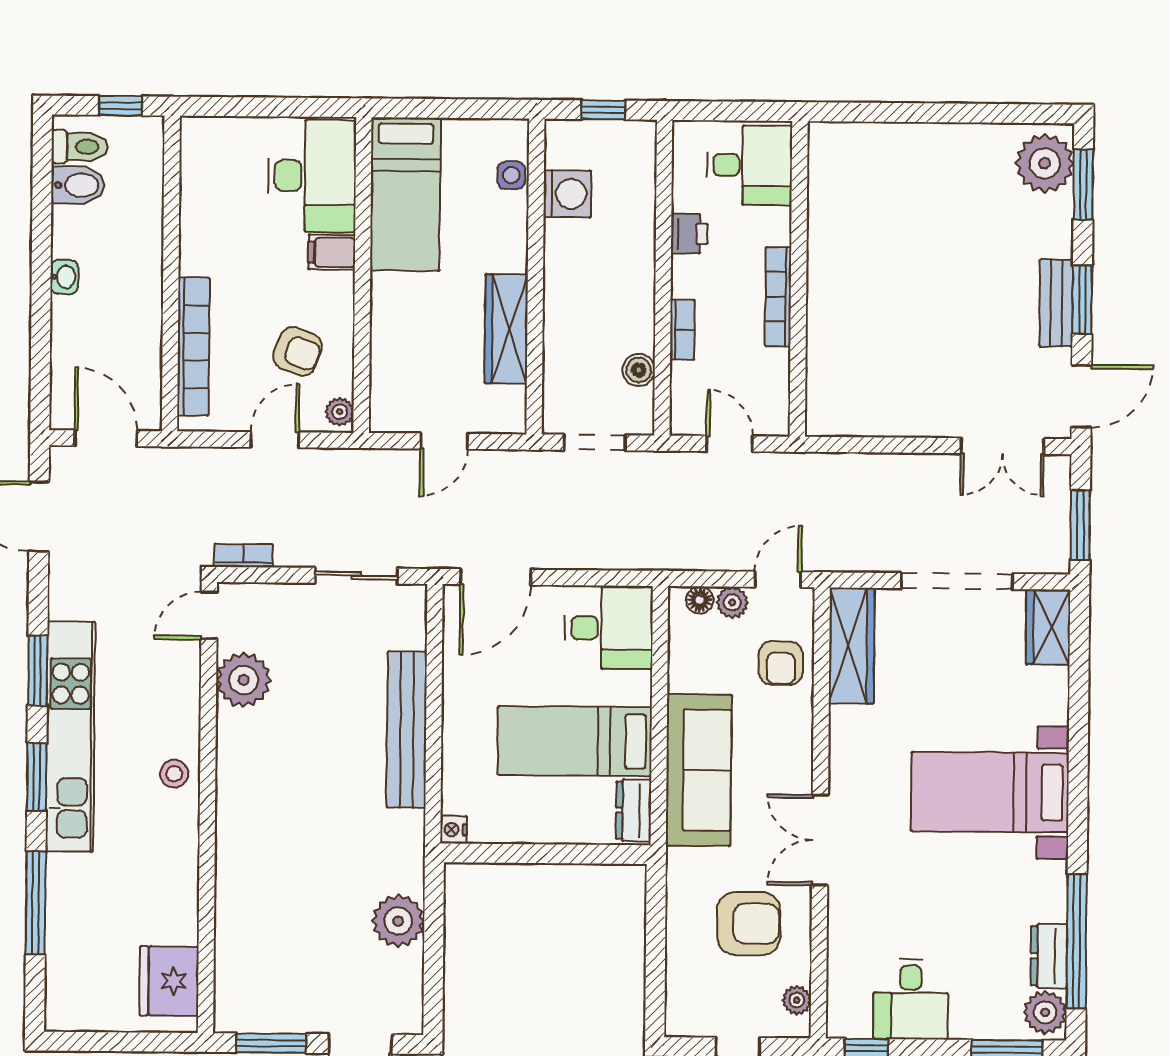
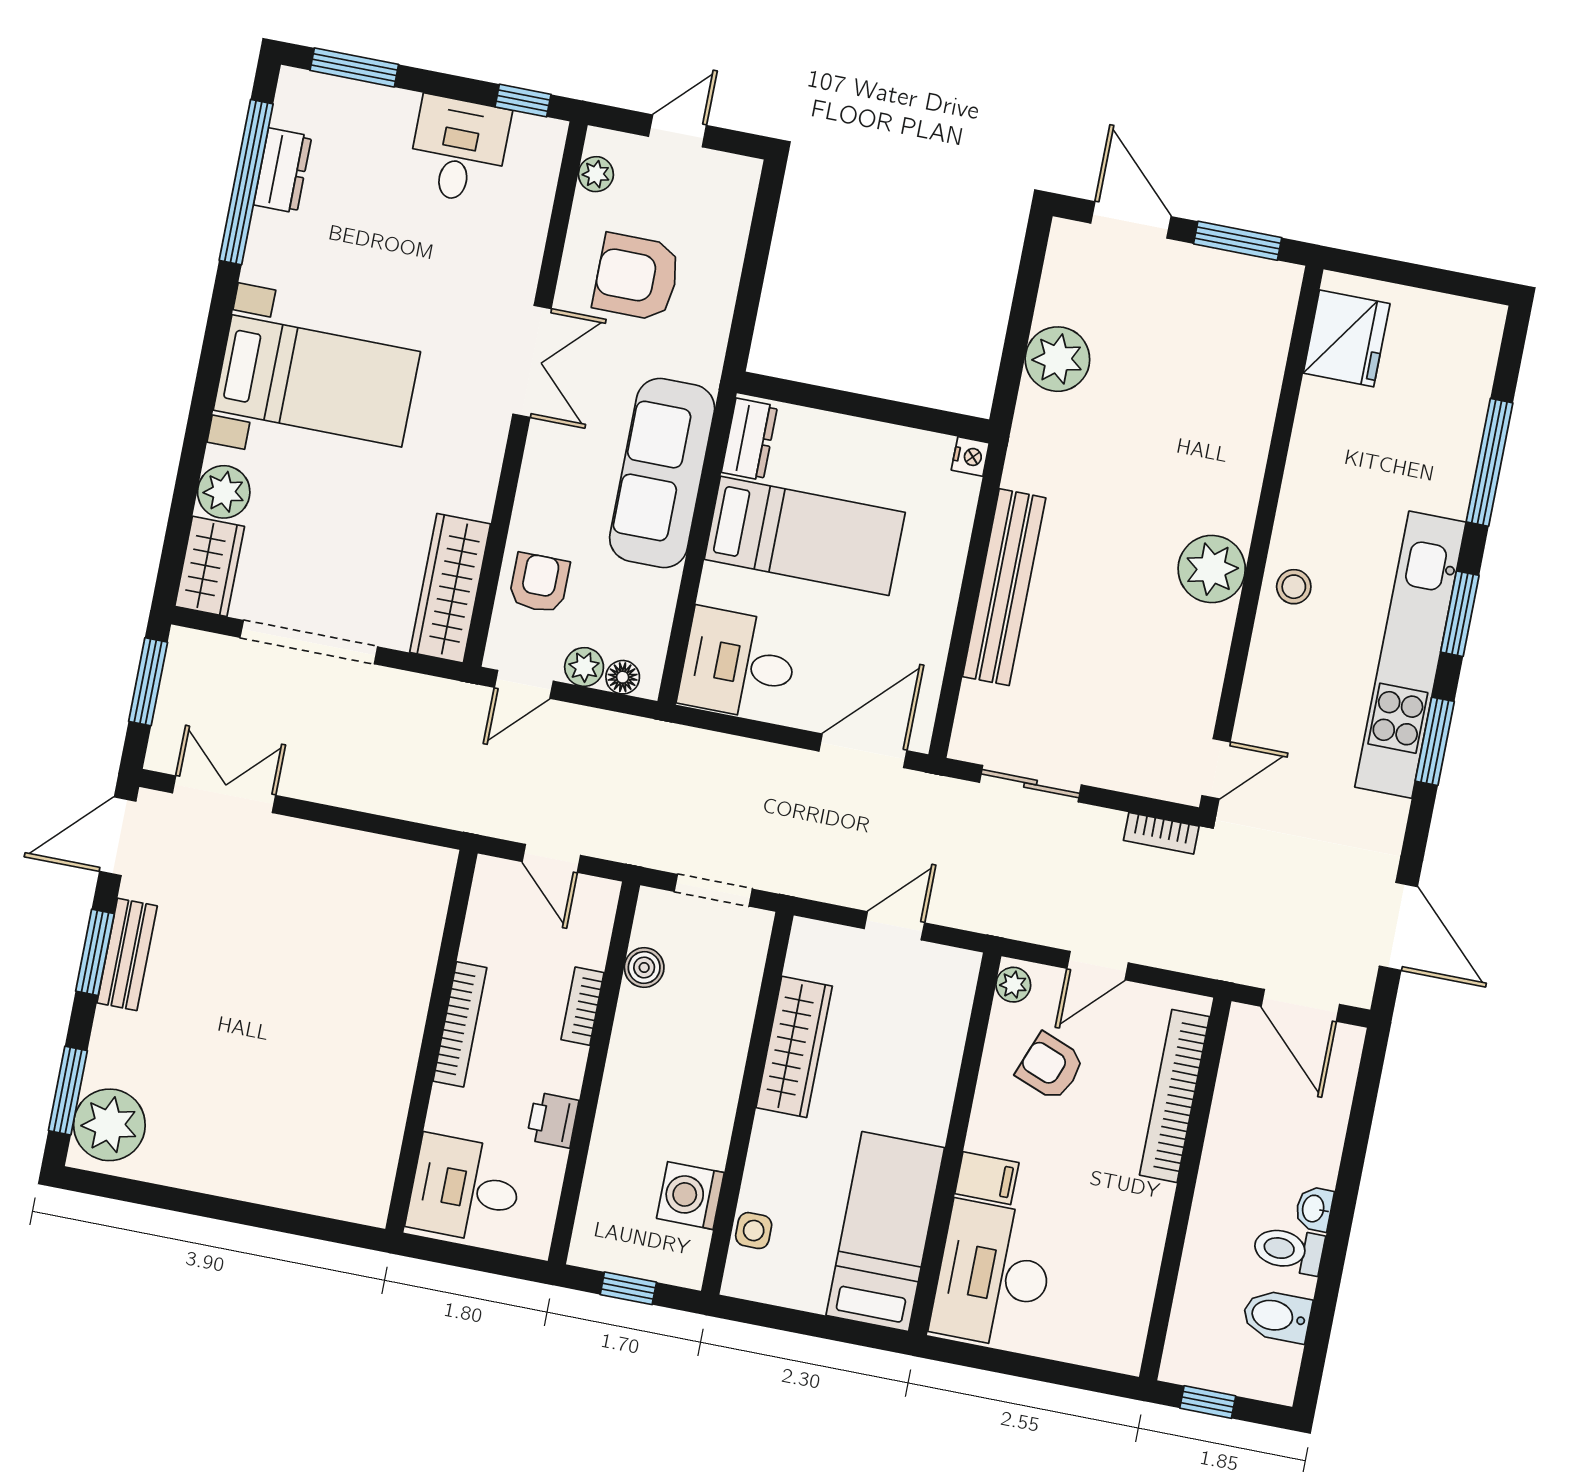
toilet: (79, 147) -> (1289, 1250), moved
plant: (244, 680) -> (1212, 569), moved
plant: (1045, 1012) -> (224, 492), moved

